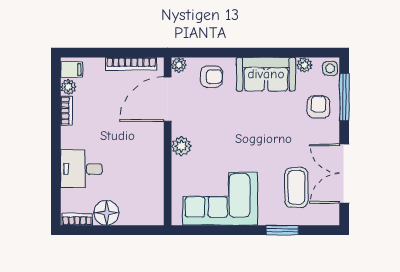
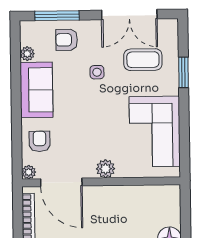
side table: (330, 68) -> (97, 72), moved

